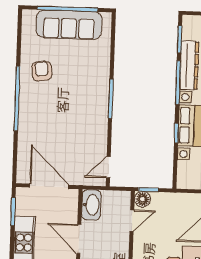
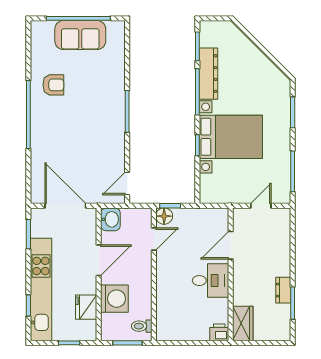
sofa: (69, 25) -> (80, 35), width x0.73
armchair: (42, 71) -> (53, 85), turned 98
washbasin: (91, 205) -> (110, 219), width x0.72
door: (79, 239) -> (99, 260), swing flipped

